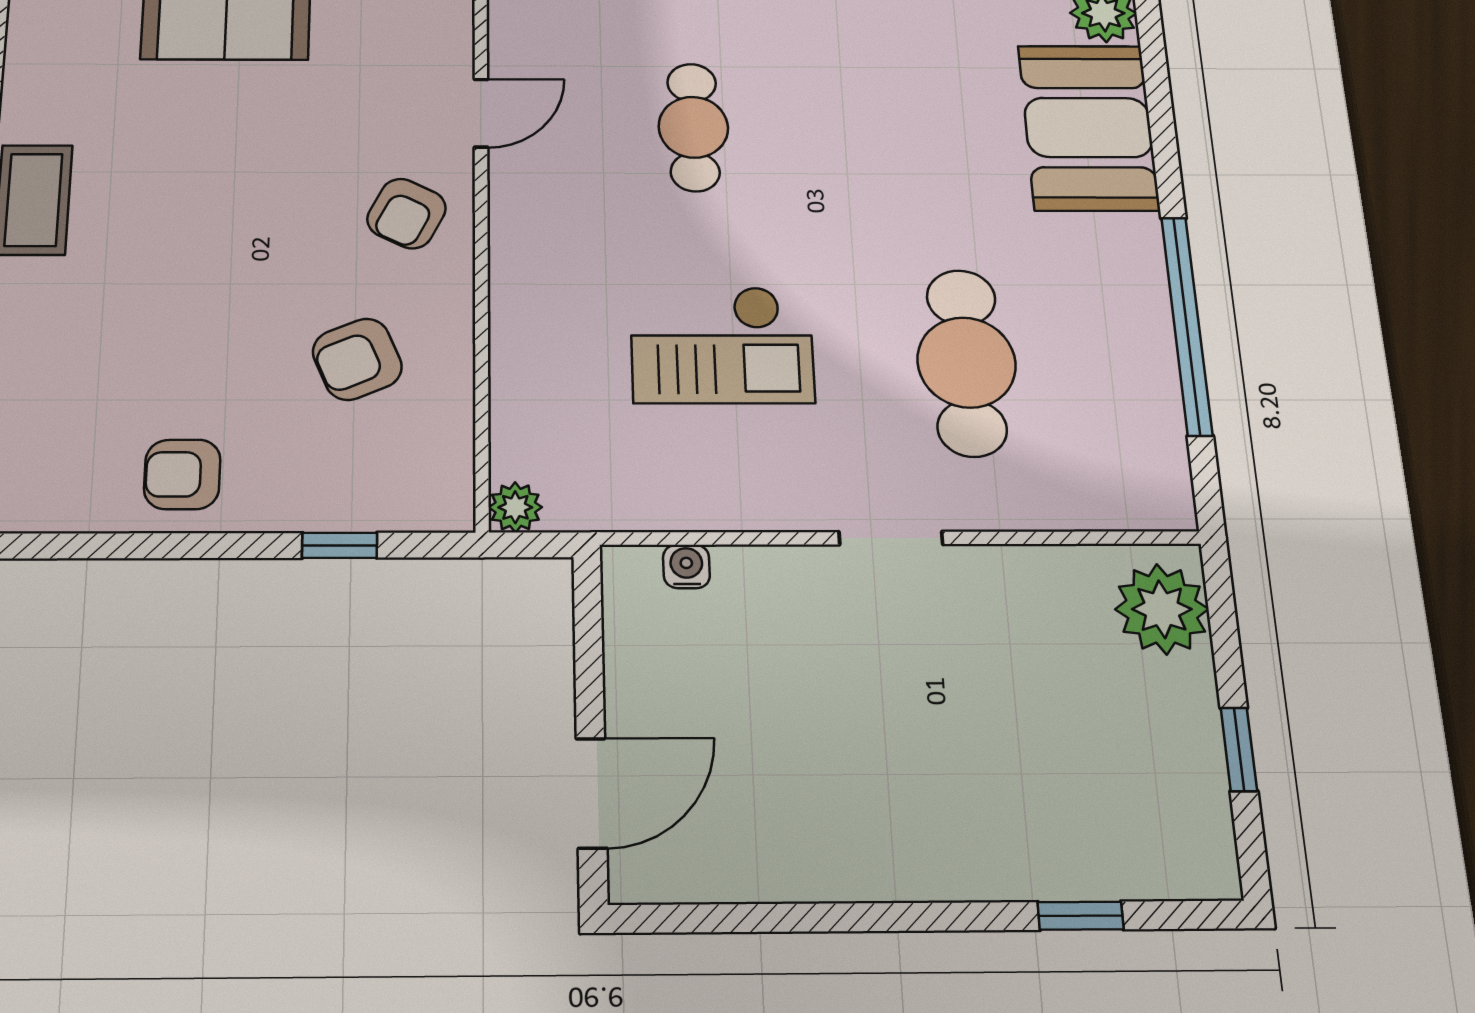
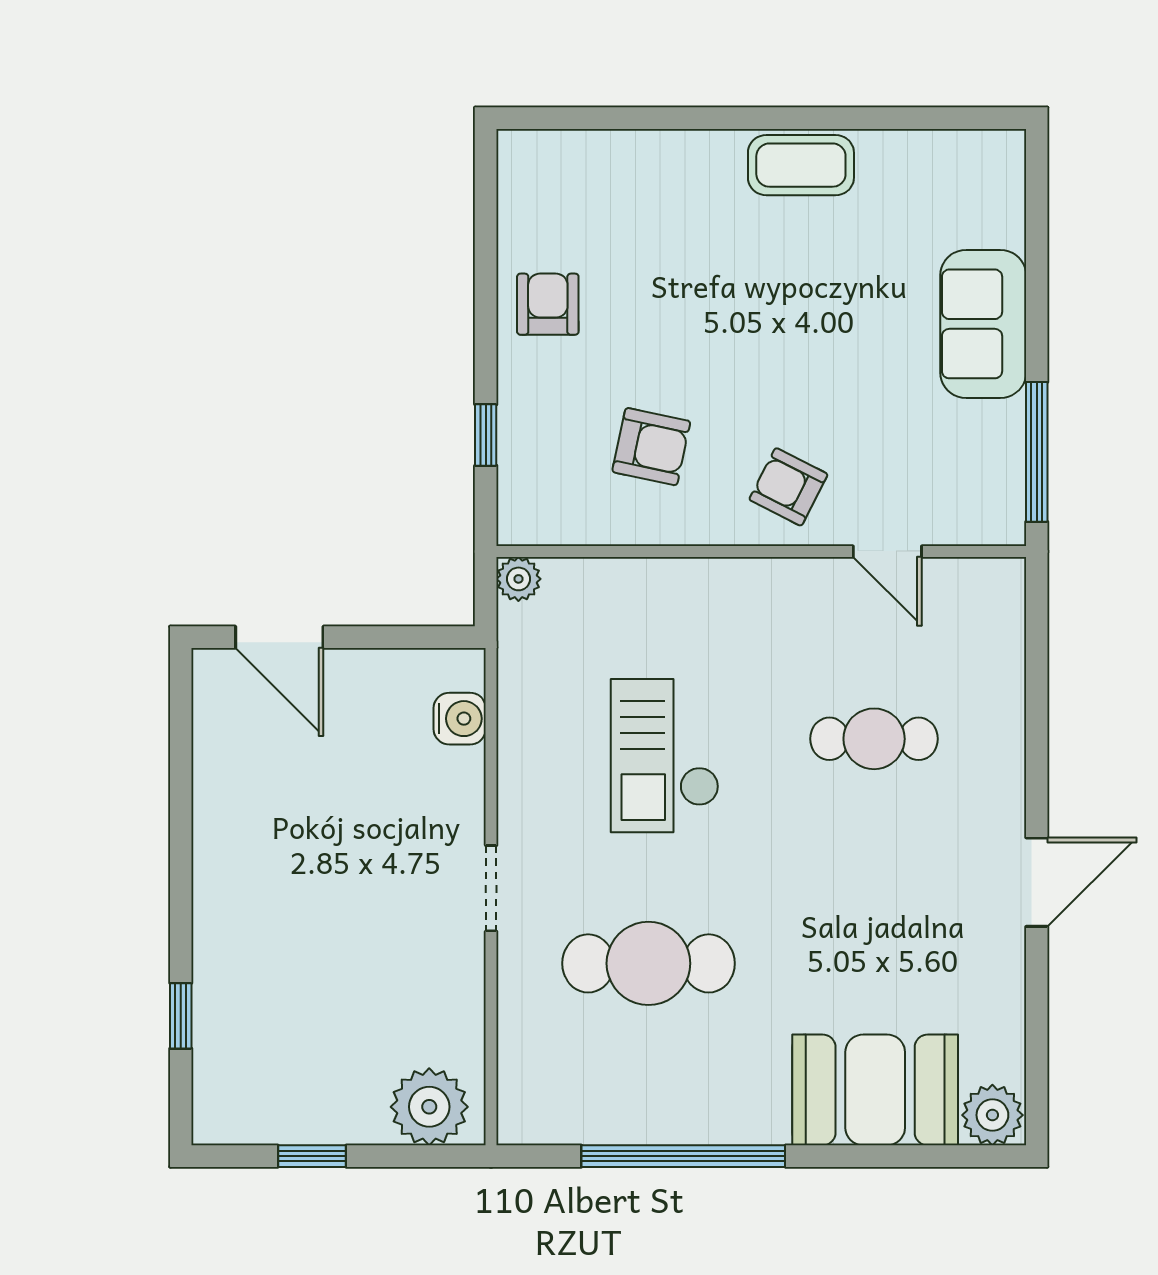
armchair: (357, 359) -> (651, 447), turned 125
water cooler: (686, 566) -> (460, 719), width x1.38, depth x1.38

